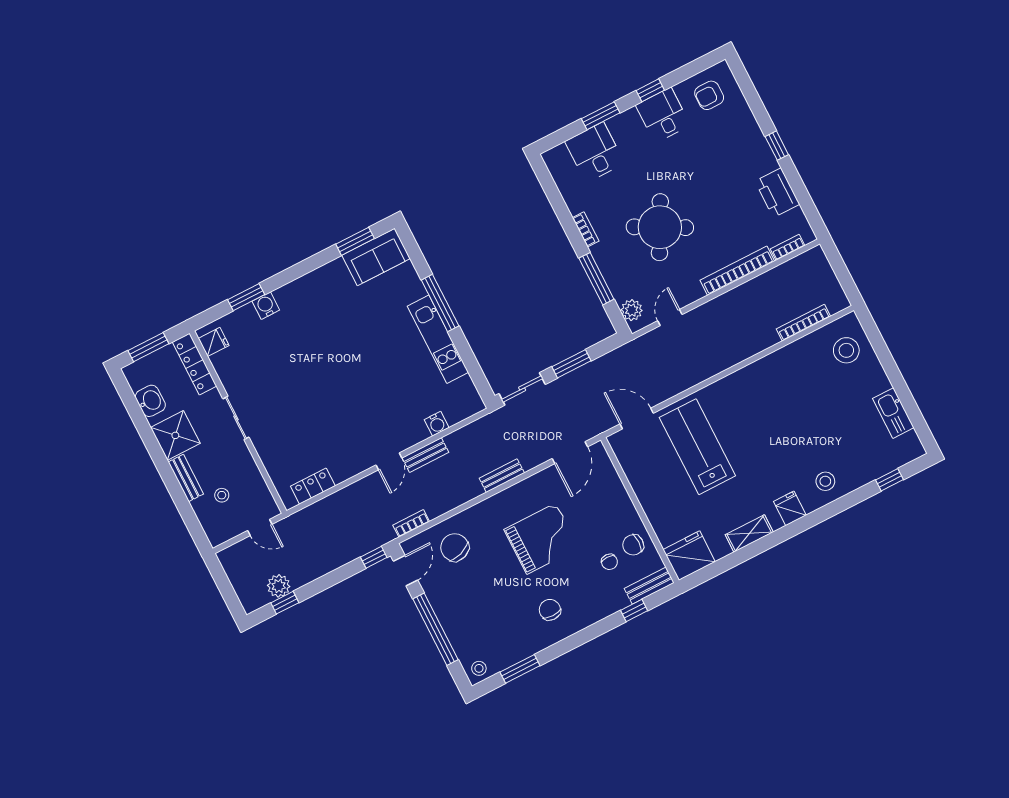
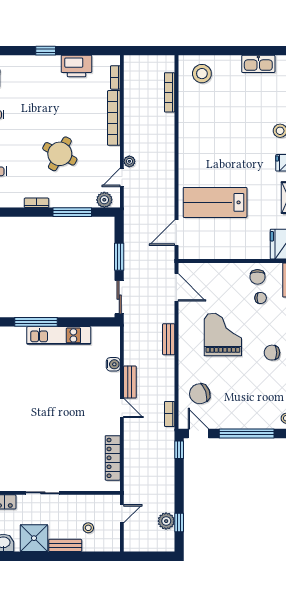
round table: (660, 227) -> (60, 154), width x0.73, depth x0.73
plant: (694, 317) -> (129, 161), added
door: (670, 318) -> (122, 177), hinge flipped
locker: (313, 486) -> (113, 458), width x1.53

